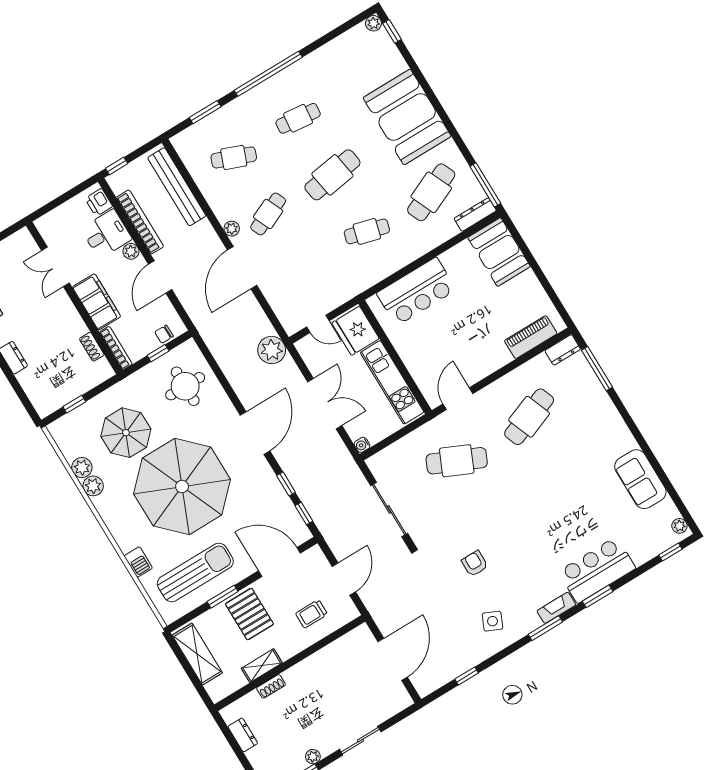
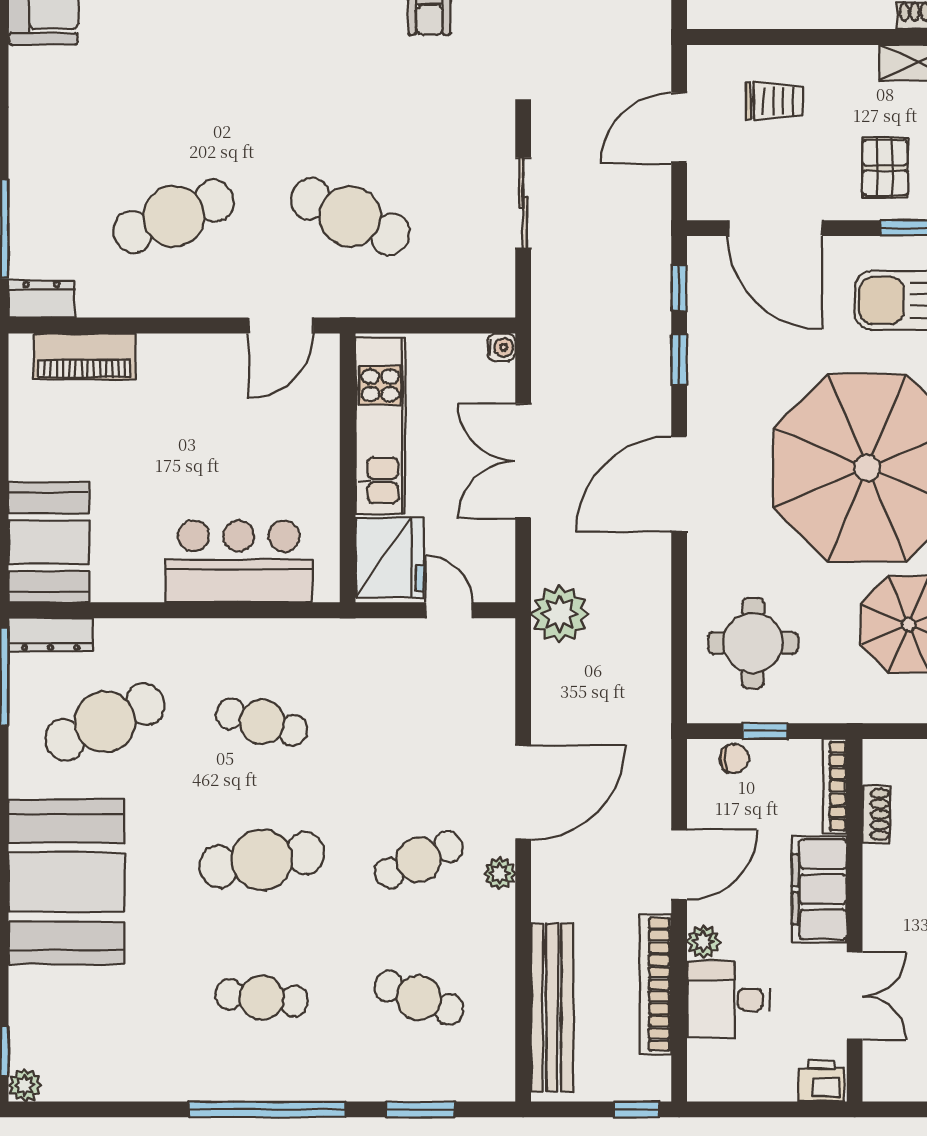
printer: (99, 202) -> (821, 1081), moved, turned -90
sliding door: (389, 509) -> (523, 203), width x0.73
pallet: (249, 614) -> (885, 168), width x0.67, depth x0.71

